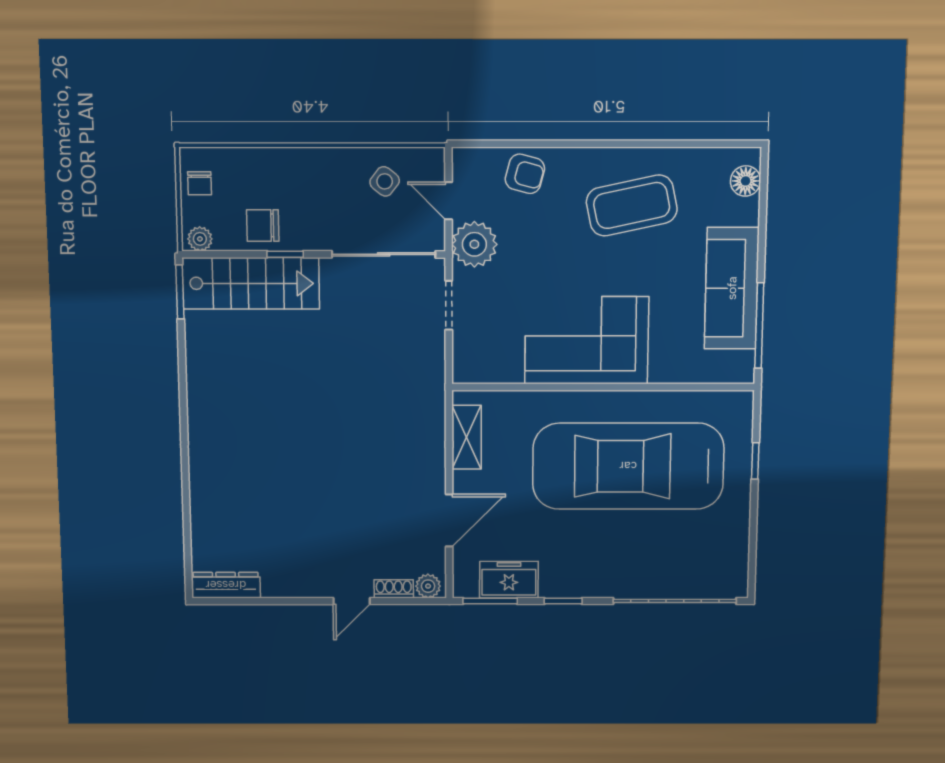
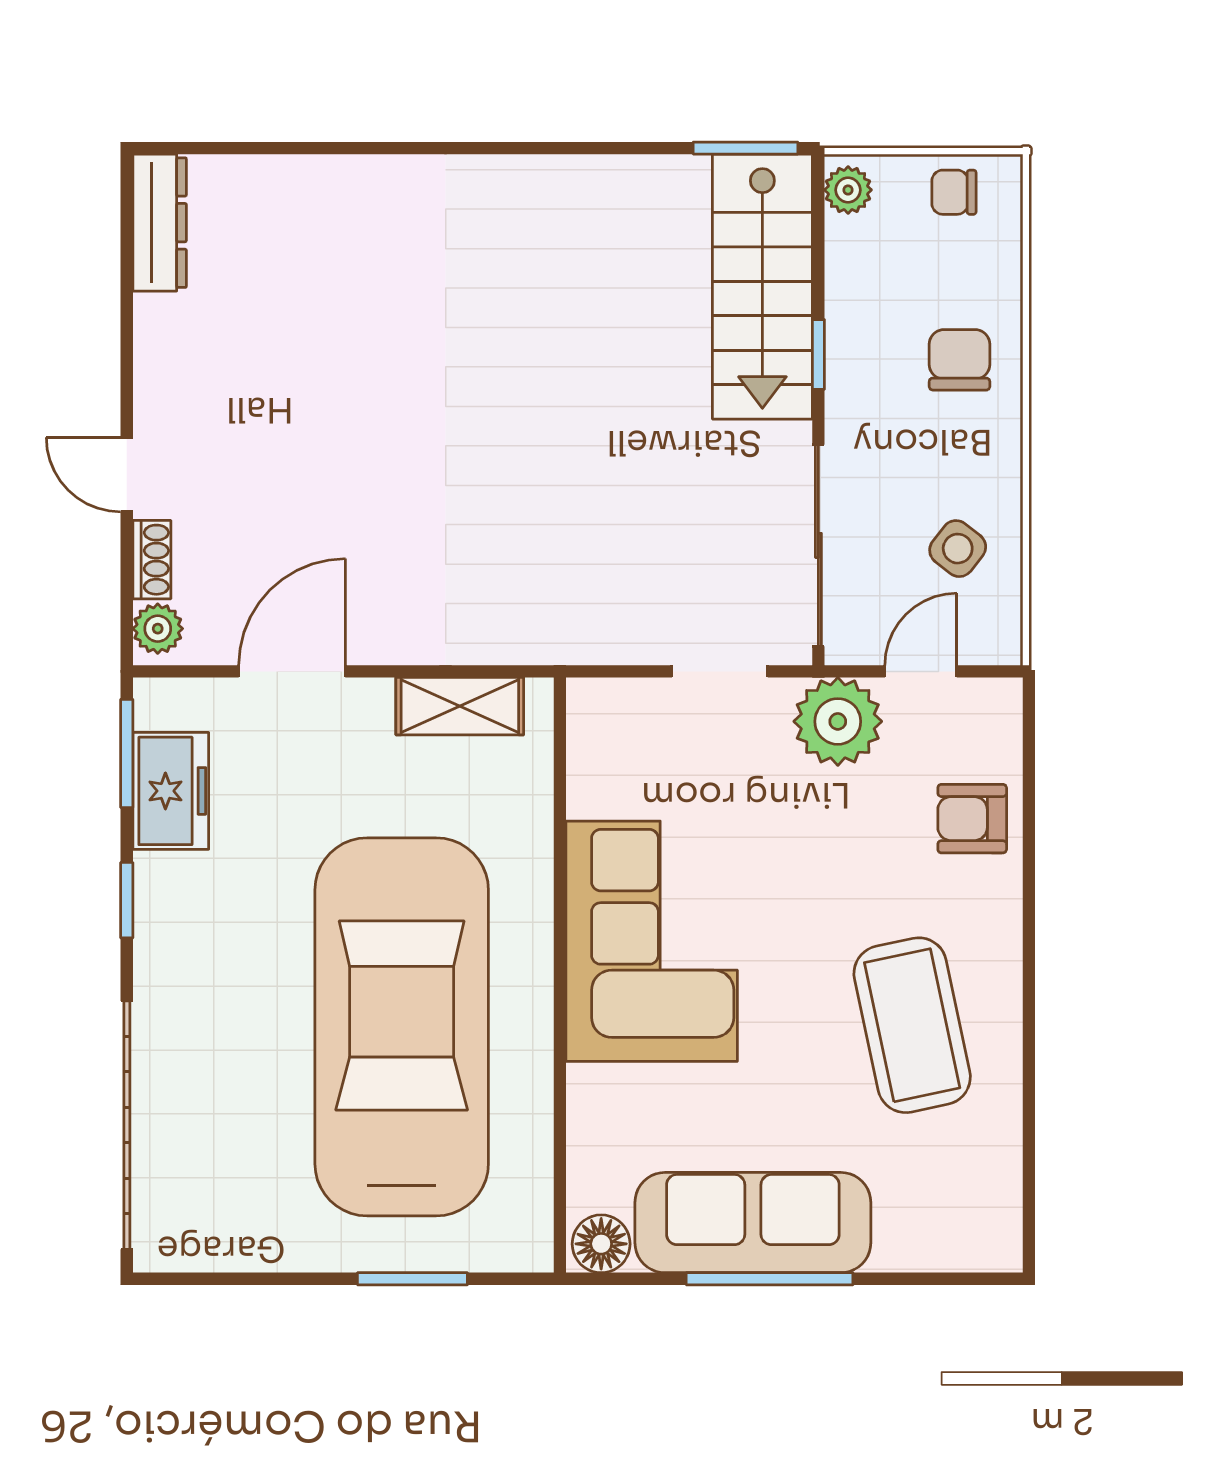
armchair: (525, 174) -> (972, 819), turned 75
floor lamp: (746, 181) -> (601, 1244), moved
chair: (263, 226) -> (960, 360), moved
window: (759, 326) -> (770, 1279), moved
window: (755, 461) -> (412, 1279), width x1.50
door: (449, 521) -> (292, 671), swing flipped

